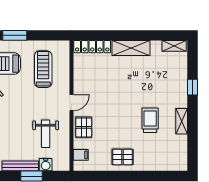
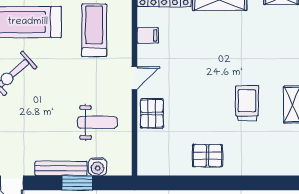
weight bench: (46, 134) -> (97, 122), turned -90
filing cabinet: (81, 155) -> (148, 35), moved

